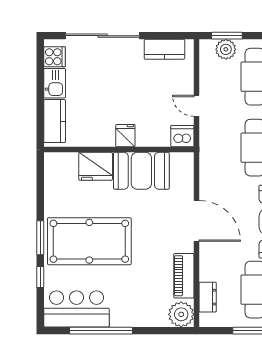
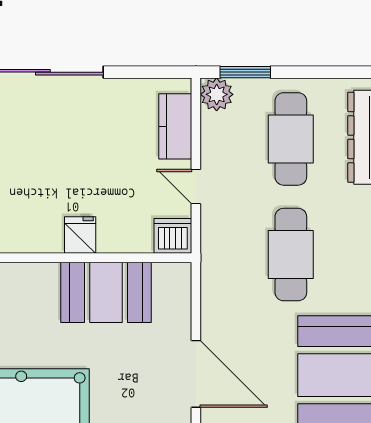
kitchen counter: (164, 49) -> (175, 126), moved, turned 90
plant: (226, 49) -> (217, 94), moved
fridge: (96, 166) -> (31, 285), removed

